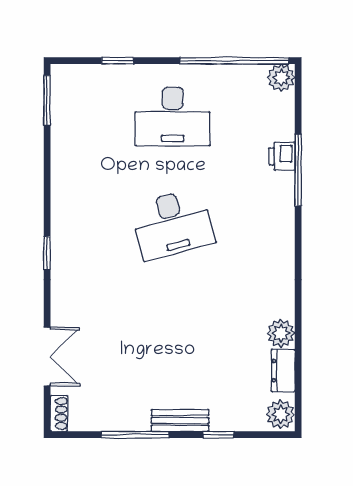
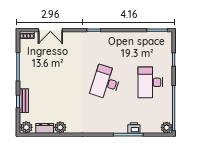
desk: (173, 224) -> (106, 82), turned 33
bench: (180, 420) -> (24, 101), moved

